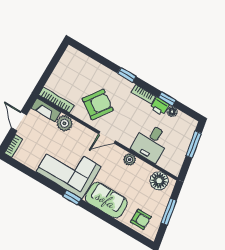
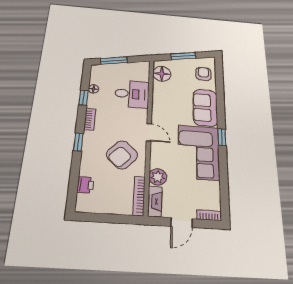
armchair: (98, 104) -> (122, 155), turned -82
printer: (160, 106) -> (85, 185), moved
plant: (129, 160) -> (158, 105), removed

